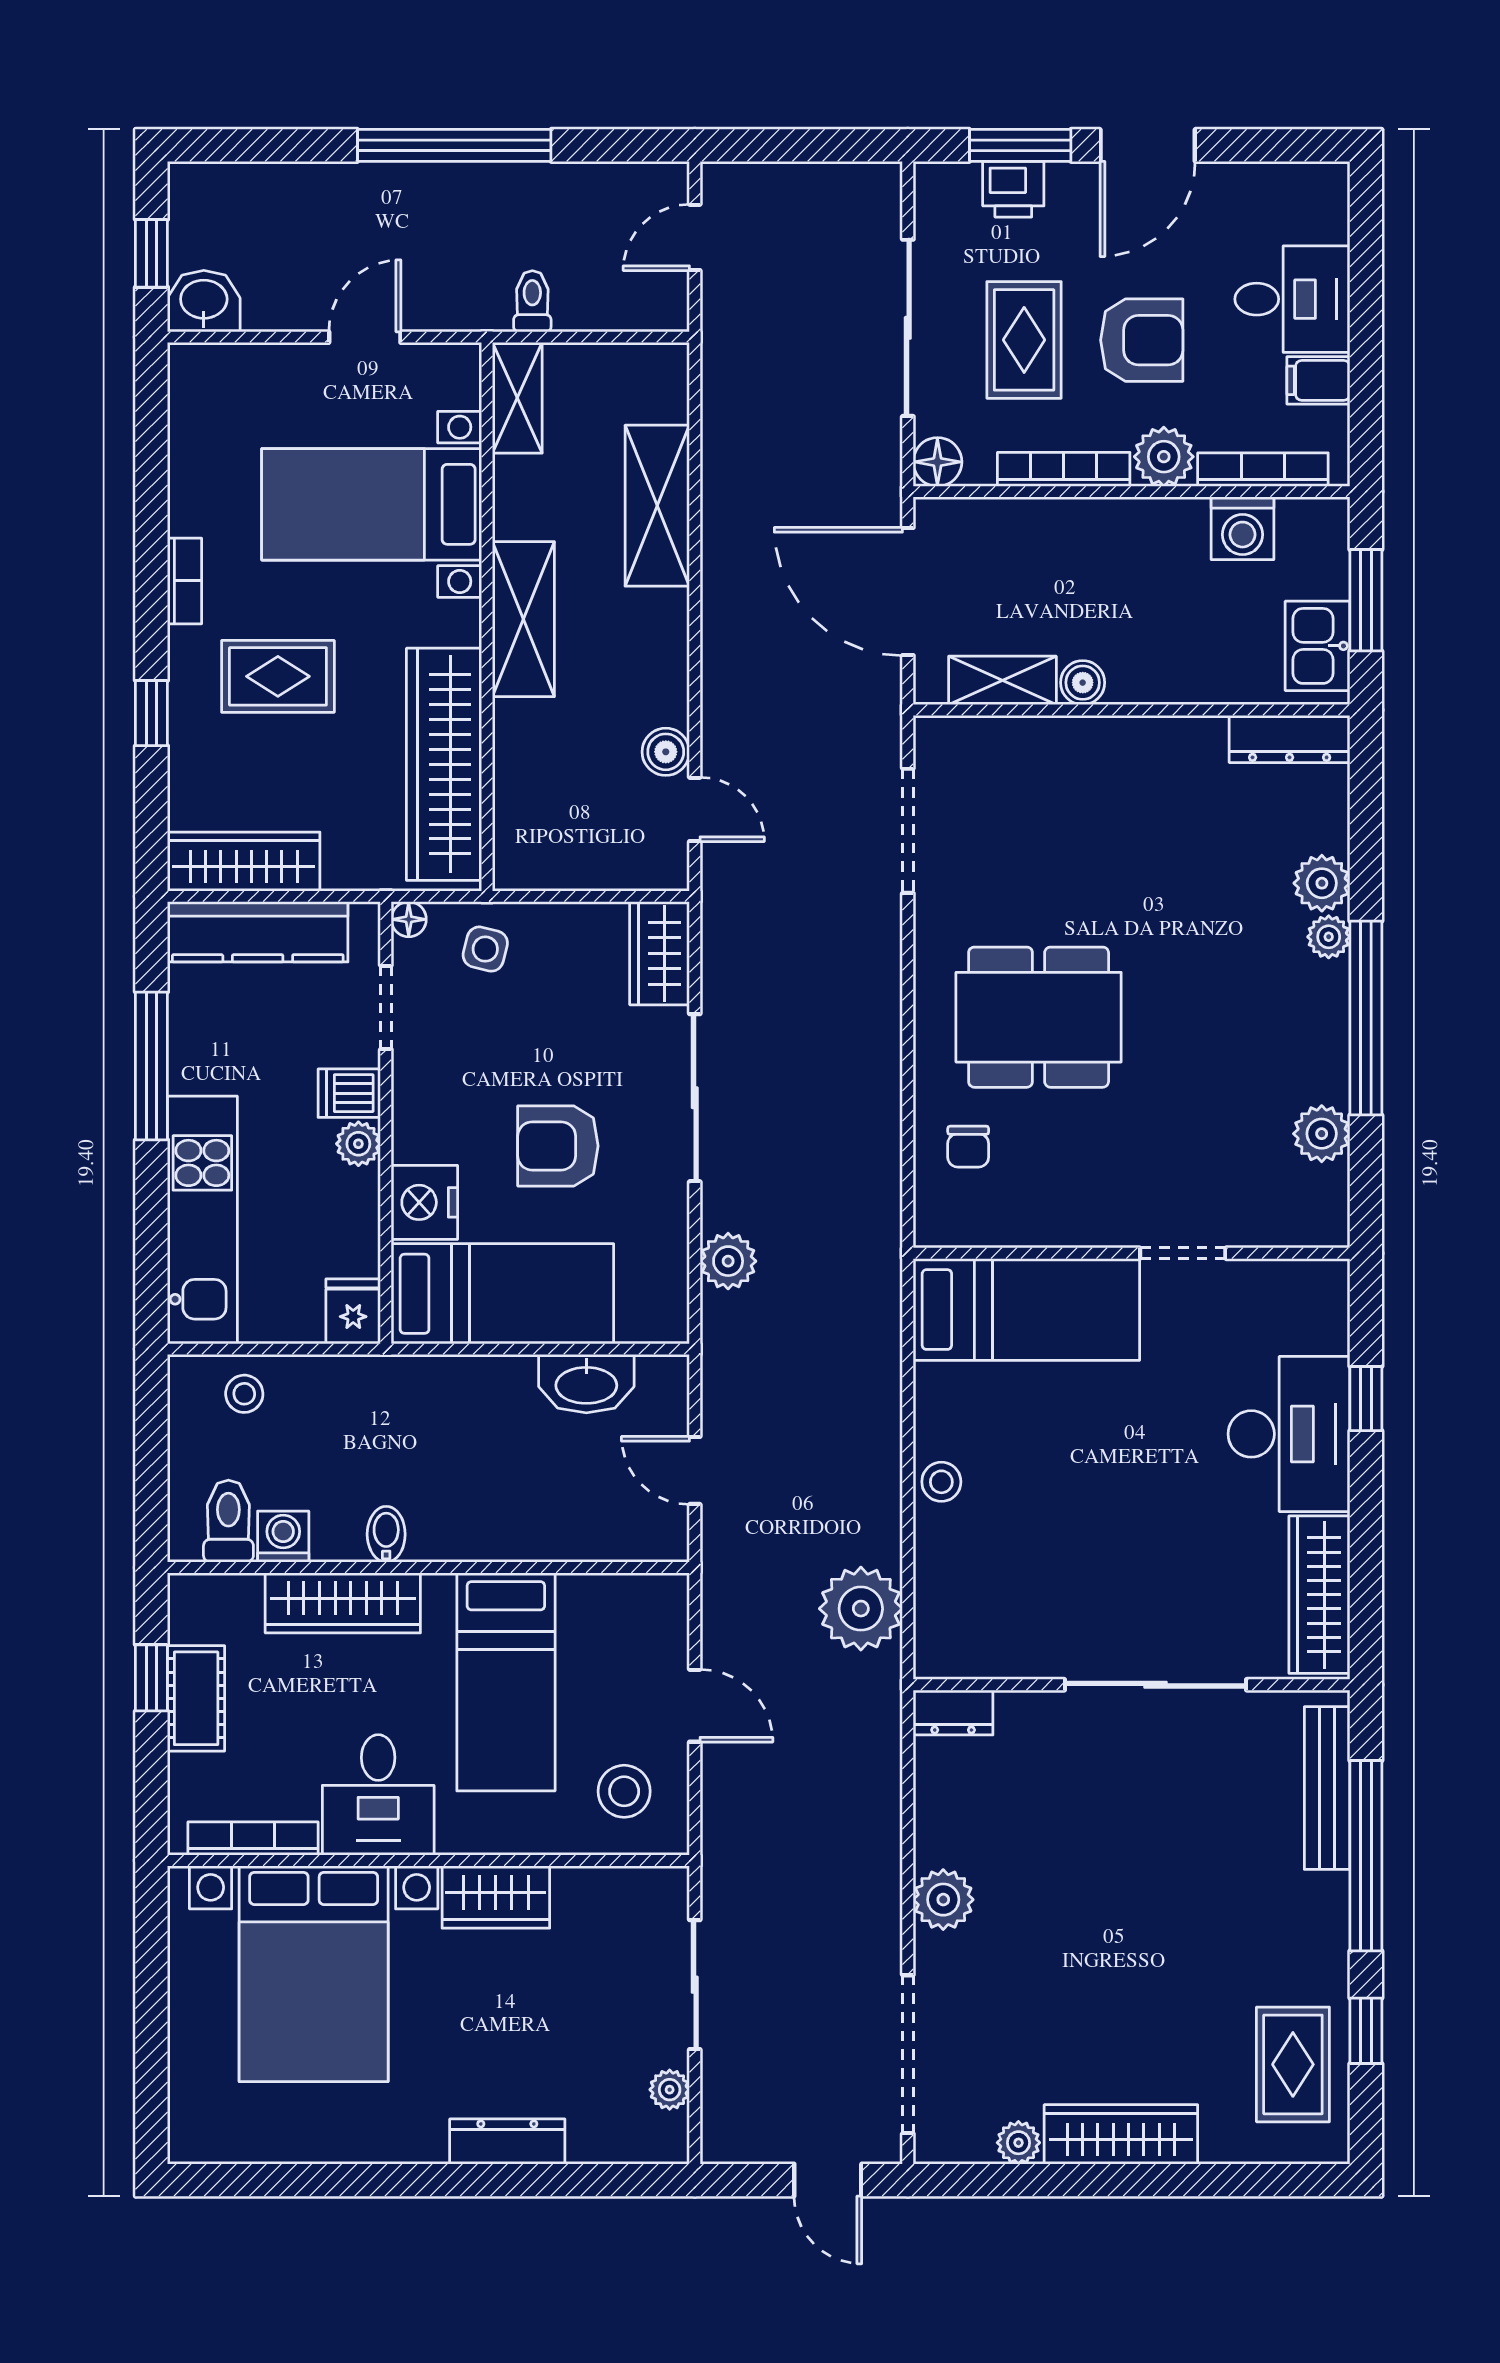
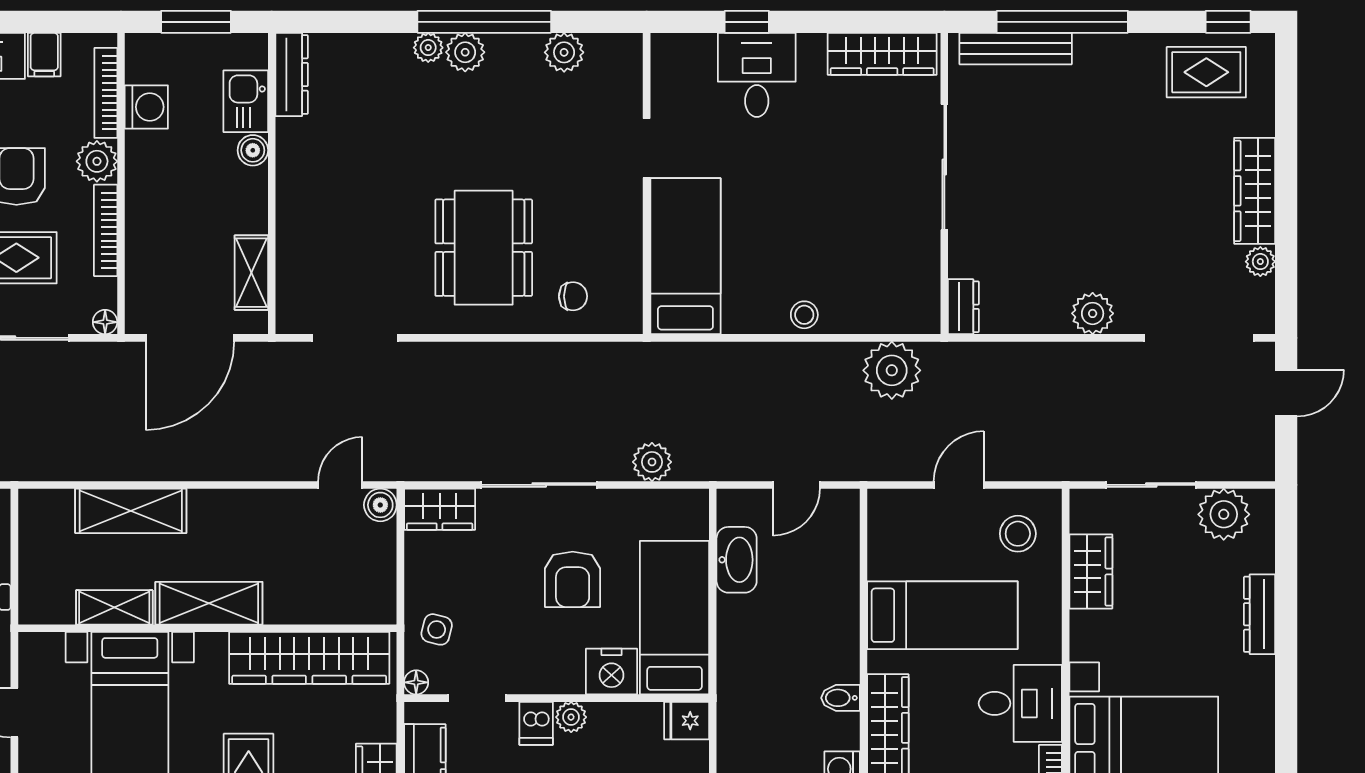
shelving: (517, 398) -> (114, 607), moved
floor lamp: (937, 462) -> (105, 322), width x0.73, depth x0.73
kitchen sink: (1318, 646) -> (246, 101), moved, turned 90
boiler: (1083, 683) -> (253, 150), moved
boiler: (666, 752) -> (380, 505), moved
plant: (1322, 883) -> (465, 52), moved
desk: (1289, 1434) -> (757, 75), width x0.73
wardrobe: (496, 1897) -> (1091, 571), moved
window: (1366, 2031) -> (1228, 22), moved
plant: (670, 2090) -> (1224, 514), width x1.88, depth x1.88

